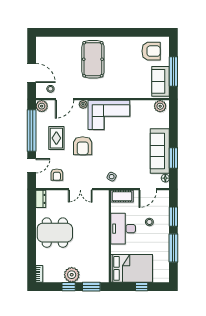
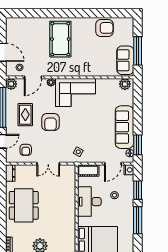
armchair: (151, 51) -> (104, 28), moved
window: (173, 158) -> (138, 145), moved
nightstand: (164, 196) -> (129, 170), added
dining table: (55, 233) -> (24, 205), turned 90

